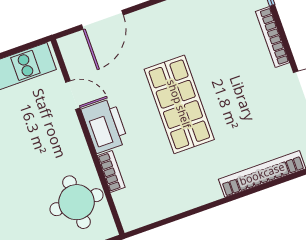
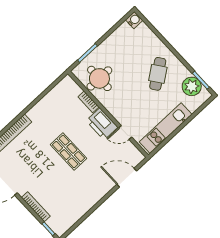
door: (102, 20) -> (127, 178), hinge flipped
shop shelf: (179, 104) -> (69, 151), width x0.70, depth x0.74

